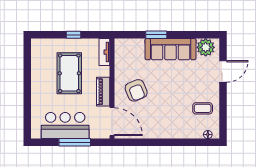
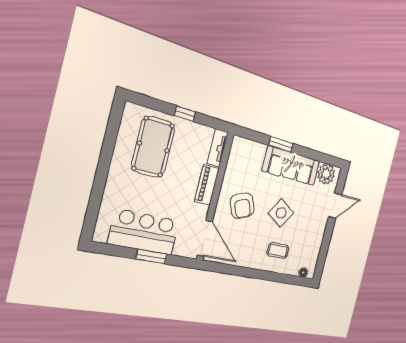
pool table: (69, 73) -> (153, 147), moved
side table: (172, 89) -> (281, 213), added
piano: (103, 92) -> (207, 185), moved
coffee table: (203, 108) -> (278, 251), moved
window: (75, 142) -> (151, 257), width x0.69

